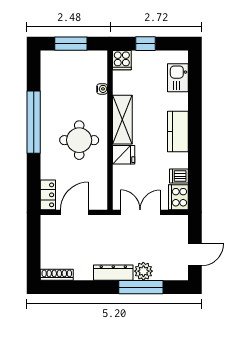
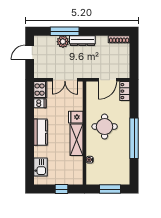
cooker: (122, 60) -> (77, 178), removed

